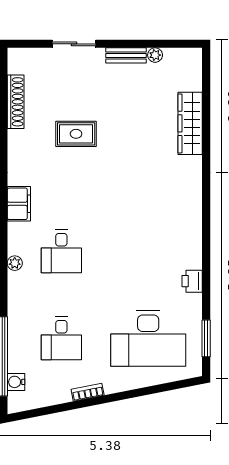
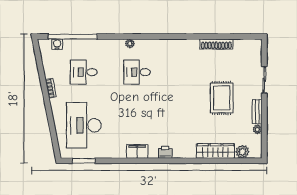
plant: (191, 80) -> (242, 152), added
shoe rack: (16, 102) -> (216, 44), moved
rug: (76, 134) -> (222, 98), moved, width x1.36, depth x1.43
filing cabinet: (19, 204) -> (137, 151), moved, turned 180
printer: (192, 281) -> (165, 152), moved

